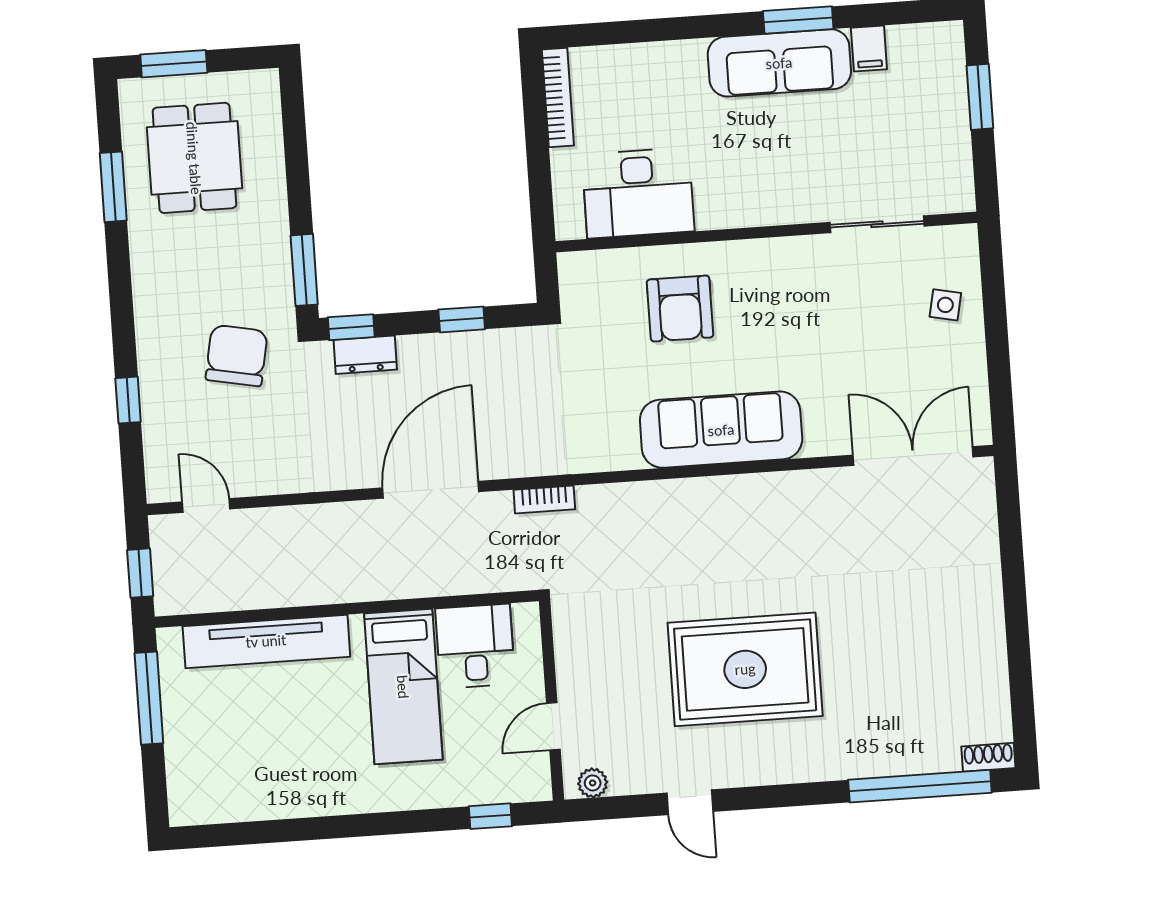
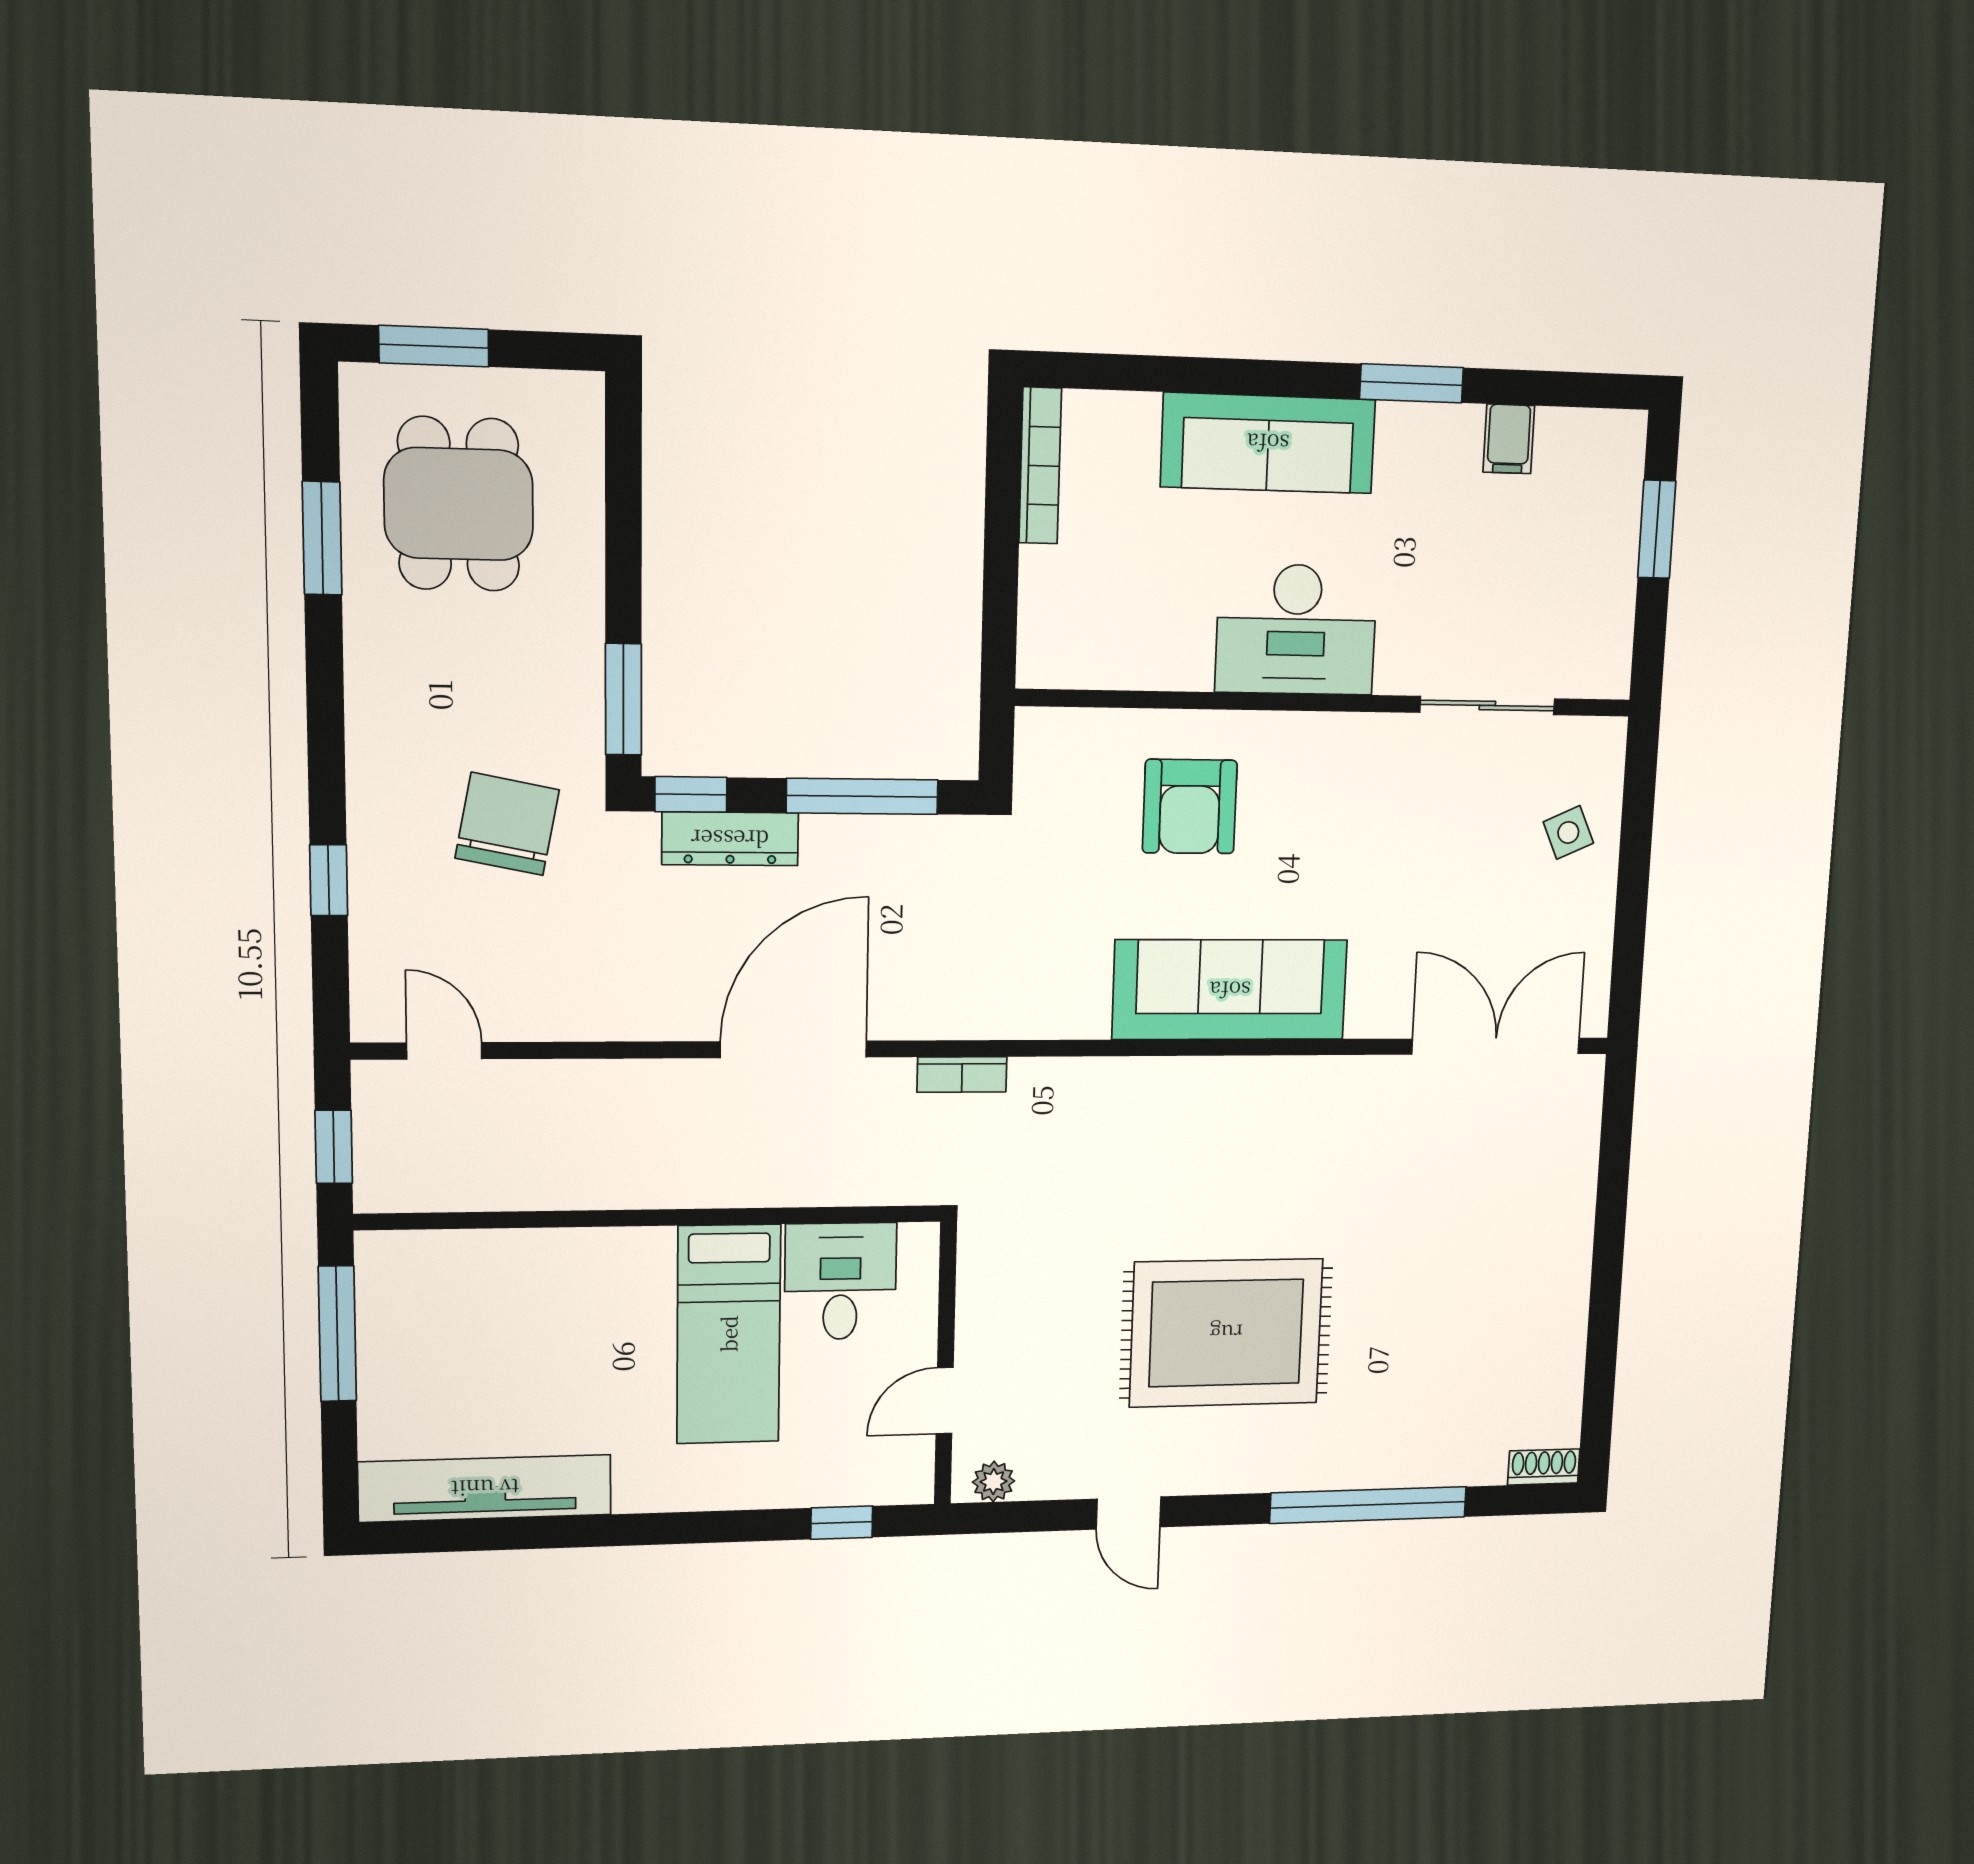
sofa: (779, 63) -> (1268, 443), moved
desk: (638, 193) -> (1296, 629), moved
side table: (945, 305) -> (1568, 832), turned -36
window: (462, 319) -> (862, 796), width x2.17
dresser: (365, 355) -> (730, 839), width x1.44
tv unit: (266, 641) -> (485, 1488), moved, turned 180
window: (920, 786) -> (1368, 1505), moved

